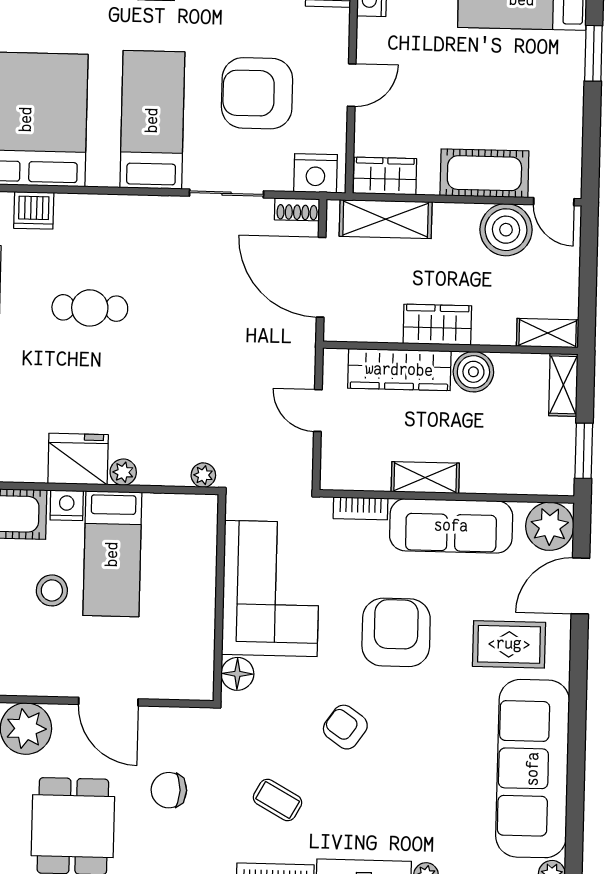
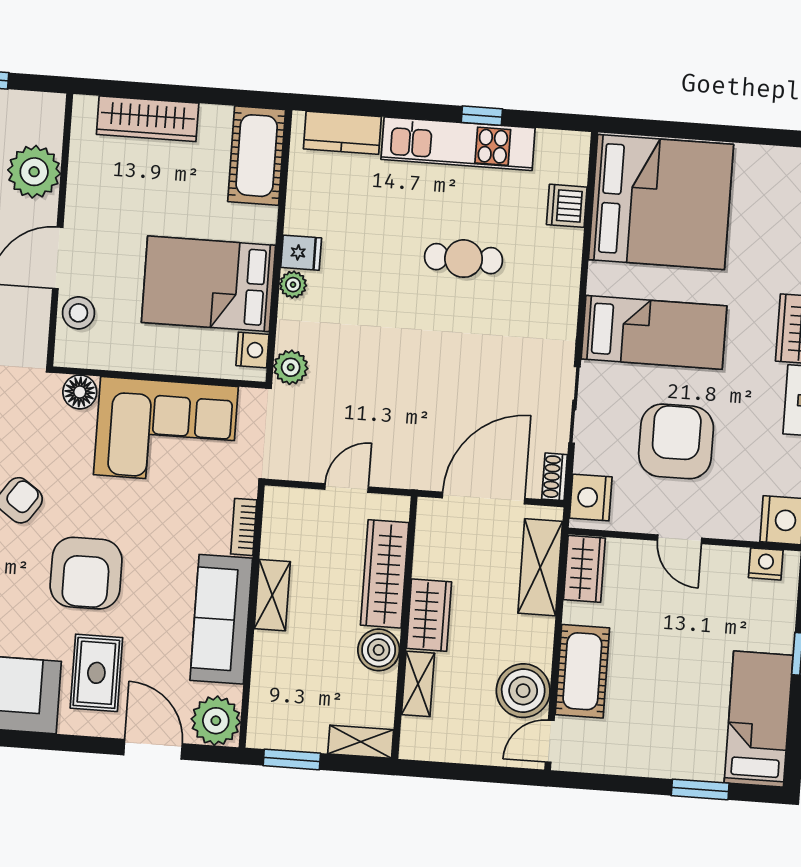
cafe table: (90, 308) -> (464, 259), turned 90
shelving: (548, 333) -> (418, 684), moved
fridge: (78, 459) -> (301, 253), width x0.53, depth x0.75
plant: (203, 475) -> (291, 367), width x1.38, depth x1.38
nightstand: (67, 505) -> (252, 350), moved
bed: (112, 554) -> (208, 284), width x1.50
stool: (52, 590) -> (79, 313), moved
armchair: (396, 632) -> (86, 573), moved, turned 90

